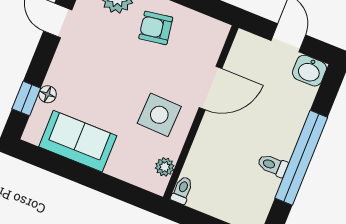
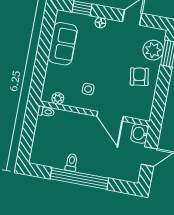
washbasin: (309, 71) -> (140, 134), moved
floor lamp: (48, 94) -> (100, 23), moved
side table: (159, 115) -> (88, 89), width x0.54, depth x0.54

